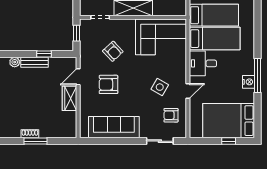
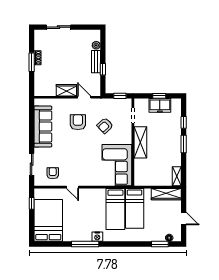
desk: (203, 63) -> (95, 199), removed
nightstand: (248, 82) -> (97, 237), moved
side table: (160, 87) -> (76, 164), removed
window: (229, 141) -> (32, 203), moved

